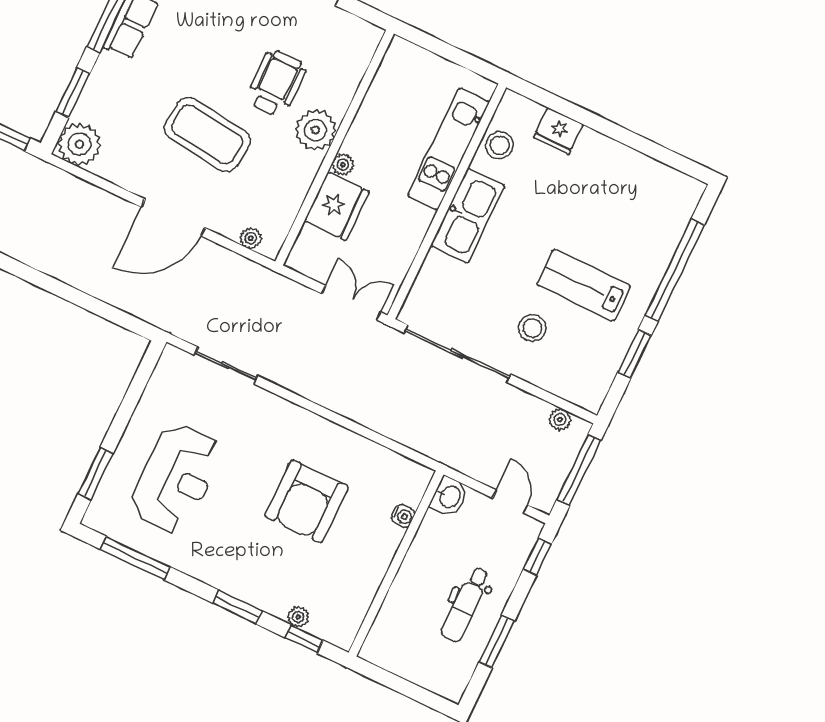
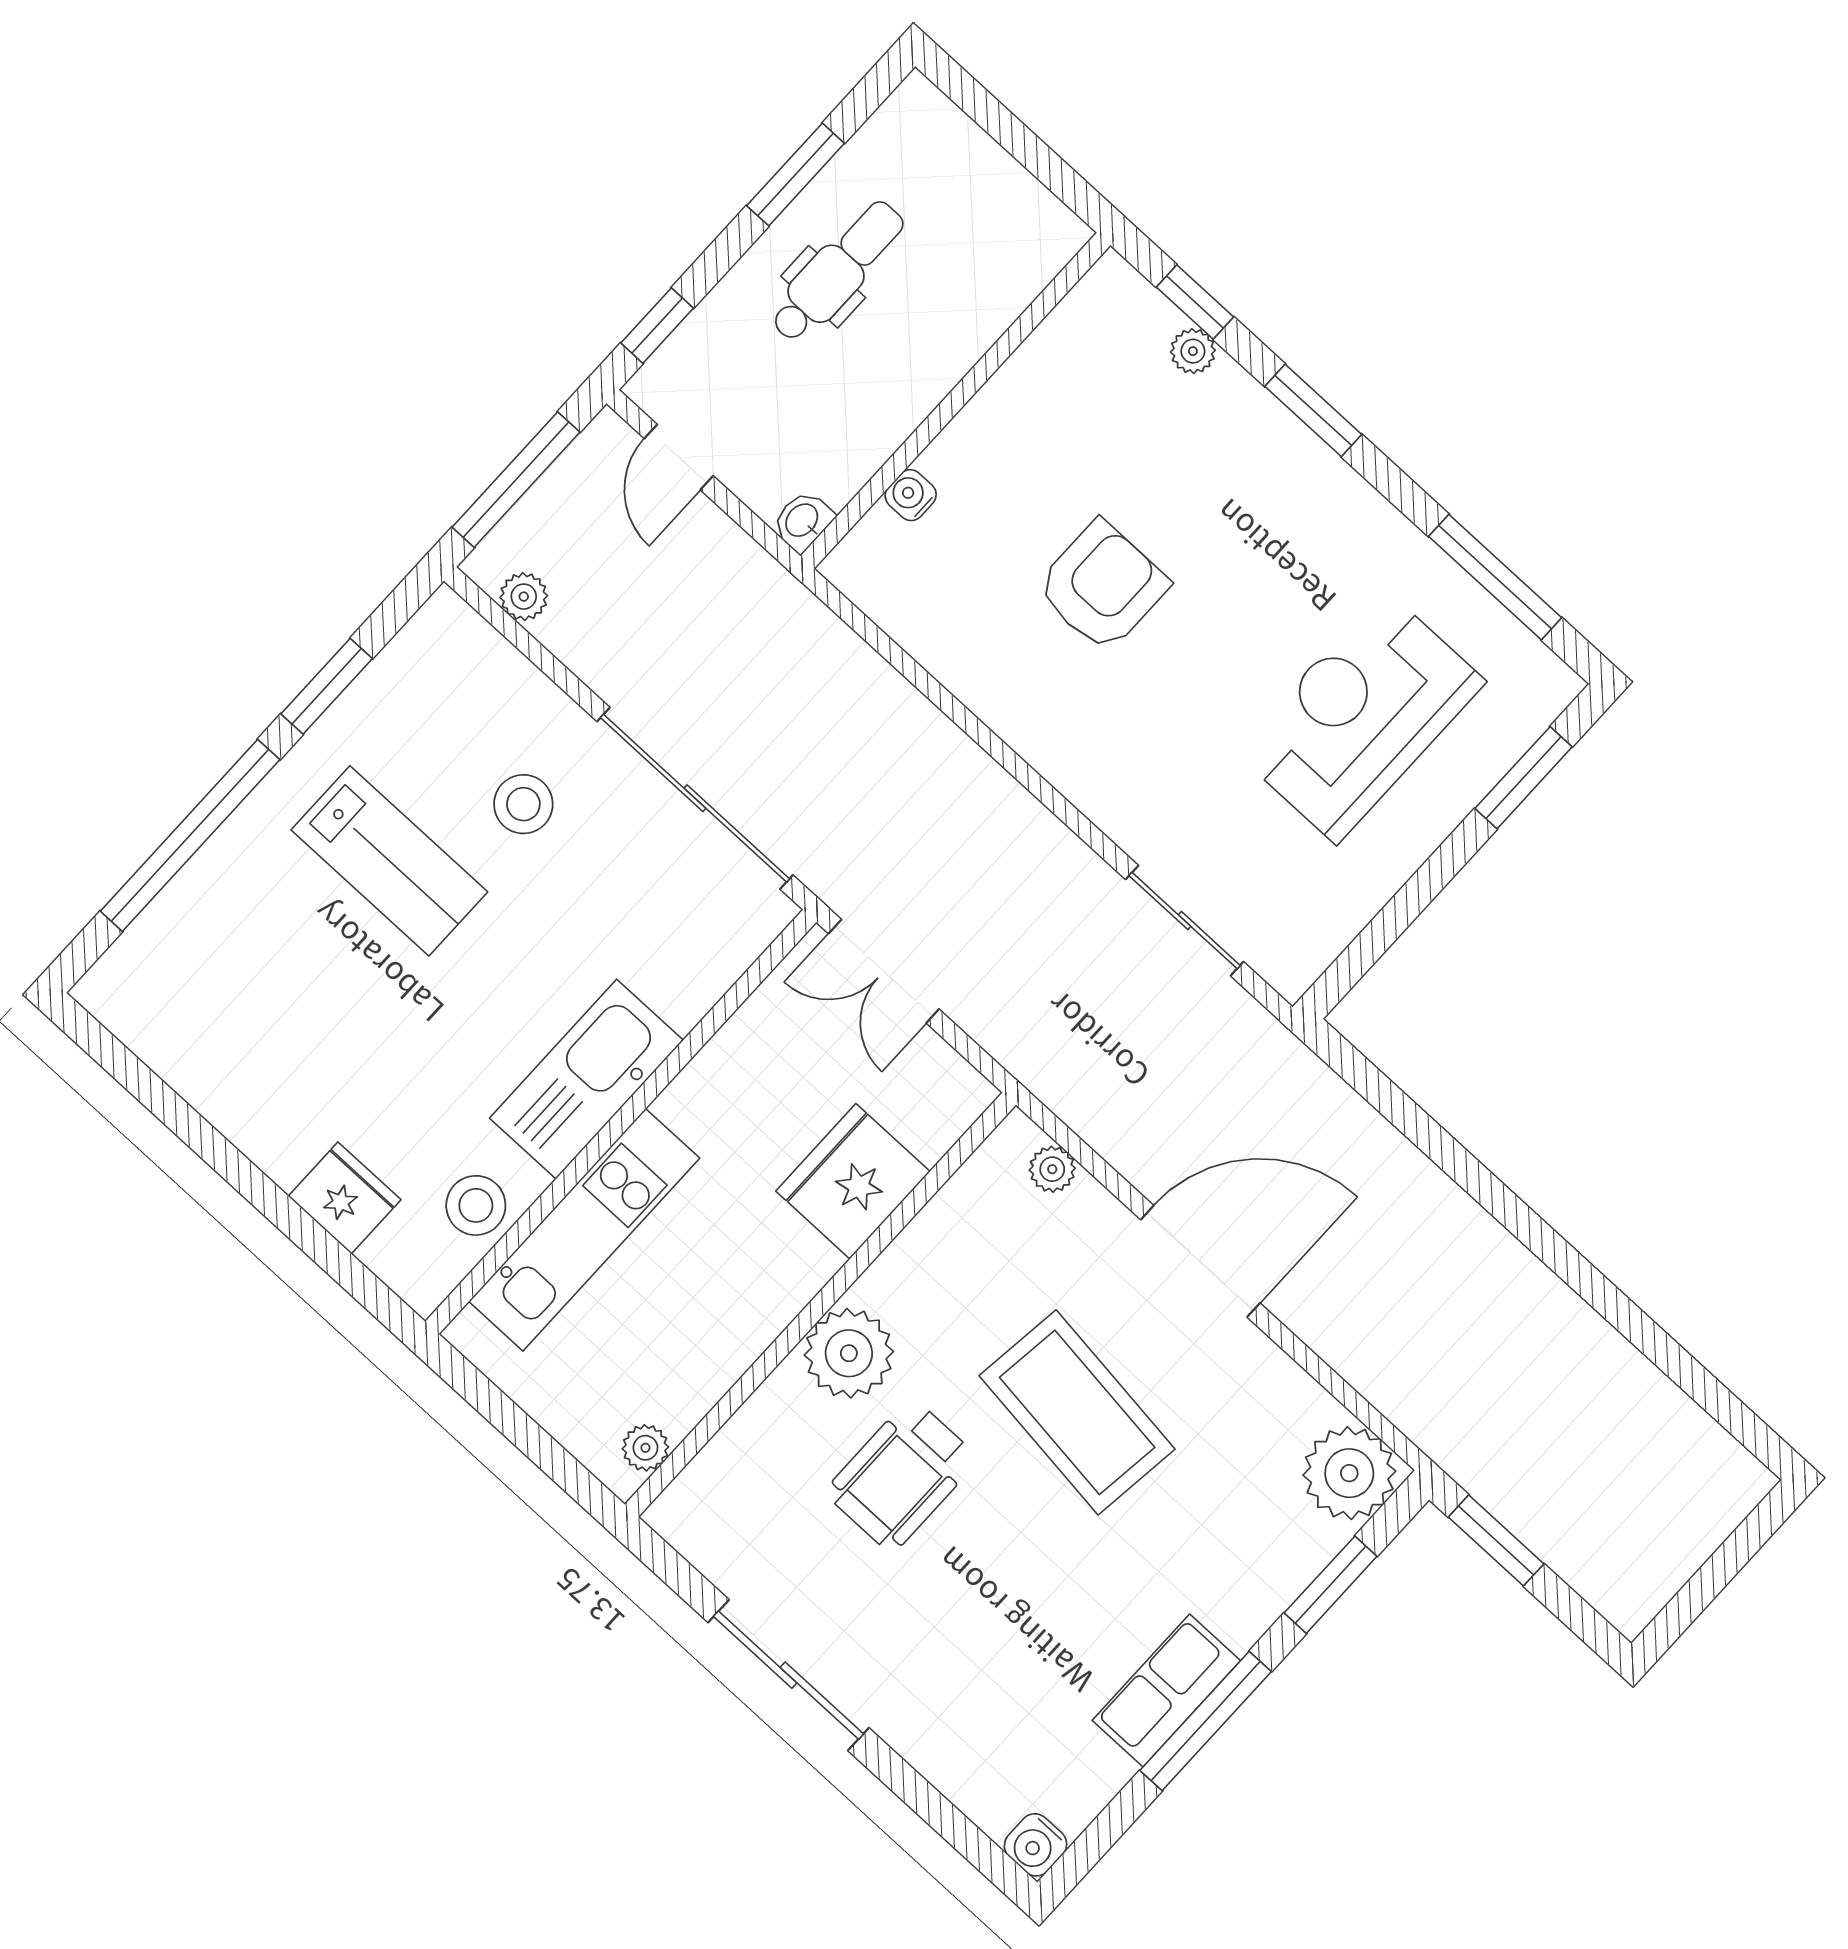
plant: (343, 165) -> (645, 1448), moved
washbasin: (449, 496) -> (803, 521), width x0.72, depth x0.69
armchair: (307, 501) -> (1102, 586), width x0.73, depth x0.73

